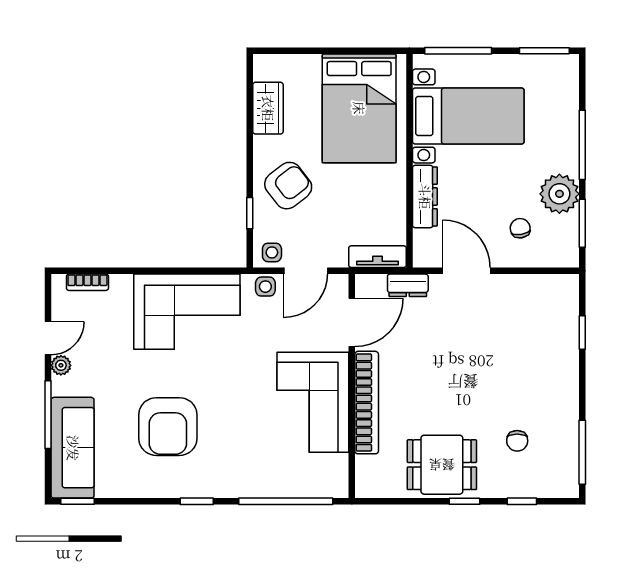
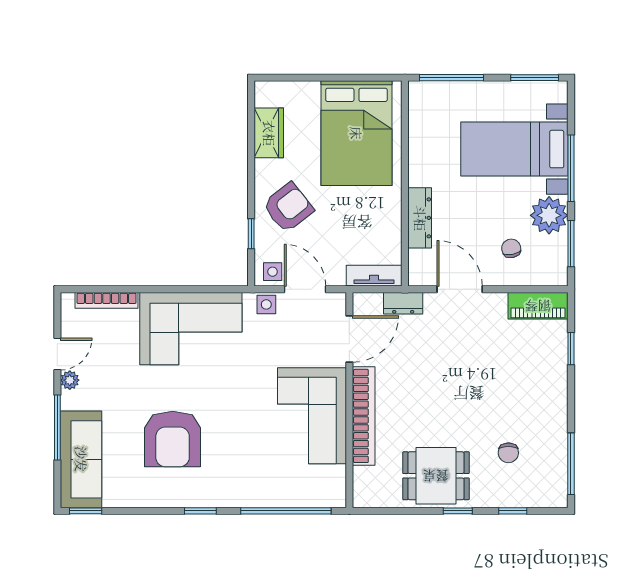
bed with nightstands: (468, 116) -> (514, 149), moved, turned 180
door: (306, 271) -> (305, 289), swing flipped
bookcase: (87, 282) -> (107, 300), width x1.56
piano: (548, 288) -> (538, 306), added

